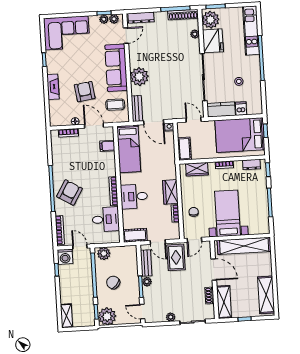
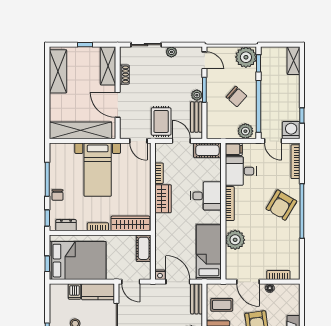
filing cabinet: (107, 146) -> (234, 149), moved
plant: (107, 161) -> (235, 240), added
wardrobe: (197, 169) -> (130, 223), width x1.50
chair: (194, 212) -> (57, 195), moved
door: (194, 240) -> (138, 141), swing flipped

